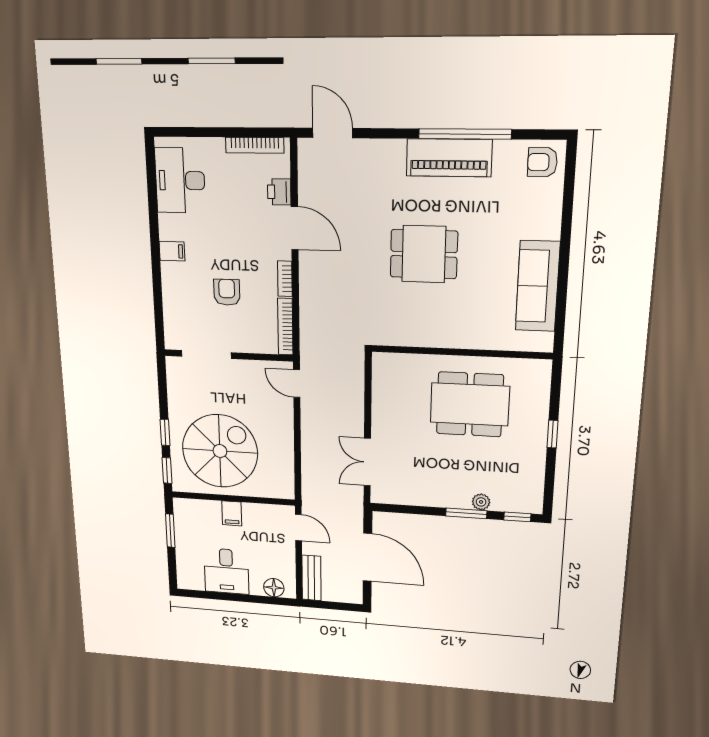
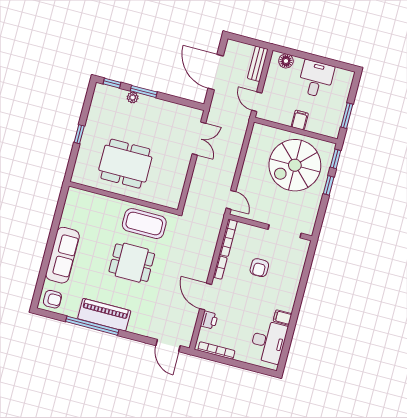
filing cabinet: (172, 251) -> (283, 317), moved
sofa: (538, 286) -> (63, 255), moved
coffee table: (419, 320) -> (144, 224), added

